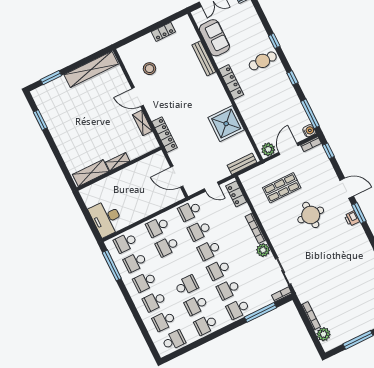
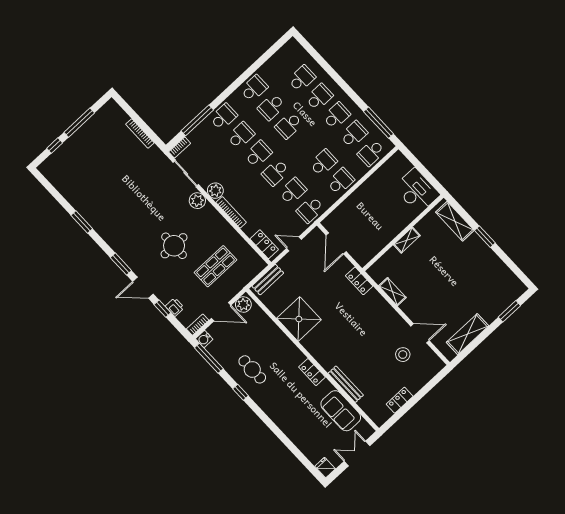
window: (274, 41) -> (273, 427), removed
cafe table: (263, 61) -> (252, 369), moved, turned 90
shelving: (91, 69) -> (467, 334), width x0.68
locker: (231, 82) -> (312, 372), width x0.66
door: (138, 97) -> (420, 333), moved
window: (40, 120) -> (485, 237), moved
locker: (164, 135) -> (359, 281), width x0.66
door: (288, 149) -> (221, 312), hinge flipped
window: (328, 151) -> (162, 309), moved
shelving: (91, 173) -> (455, 221), moved, turned 90
door: (177, 177) -> (336, 243), swing flipped
school desk: (190, 211) -> (310, 210), turned 180
desk: (106, 218) -> (417, 191), moved
printer: (352, 218) -> (175, 307), moved
school desk: (125, 242) -> (371, 153), turned 180
school desk: (209, 250) -> (276, 172), turned 180
school desk: (196, 305) -> (271, 107), turned 180
plant: (324, 334) -> (197, 201), moved
school desk: (174, 340) -> (285, 60), removed

